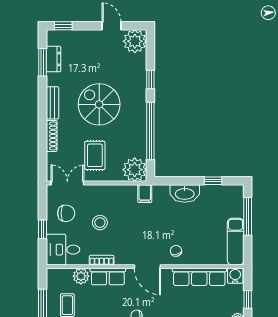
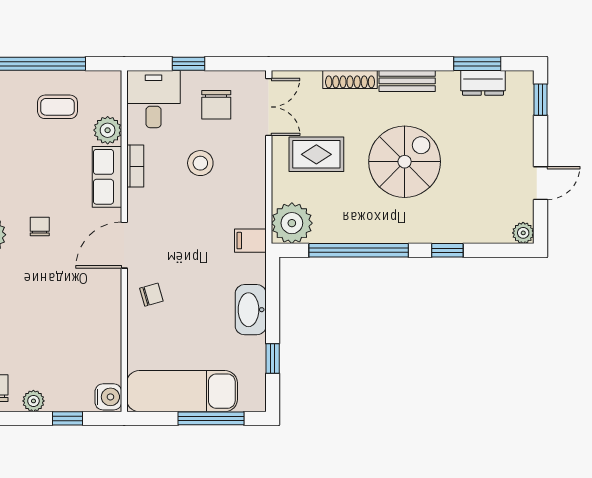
plant: (135, 41) -> (523, 233), width x0.53, depth x0.53
exam couch: (236, 242) -> (182, 391), width x1.36, depth x1.45
row of seats: (199, 277) -> (106, 335), removed

